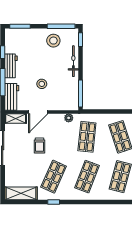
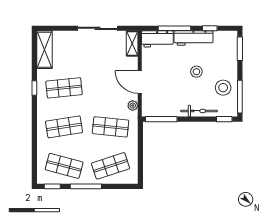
workbench: (11, 66) -> (194, 38), width x1.37
stool: (42, 84) -> (196, 72), moved
door: (38, 112) -> (140, 82), moved
trolley: (40, 146) -> (100, 71), removed
shop shelf: (54, 177) -> (64, 88), turned -30
shop shelf: (87, 177) -> (64, 127), turned -30

